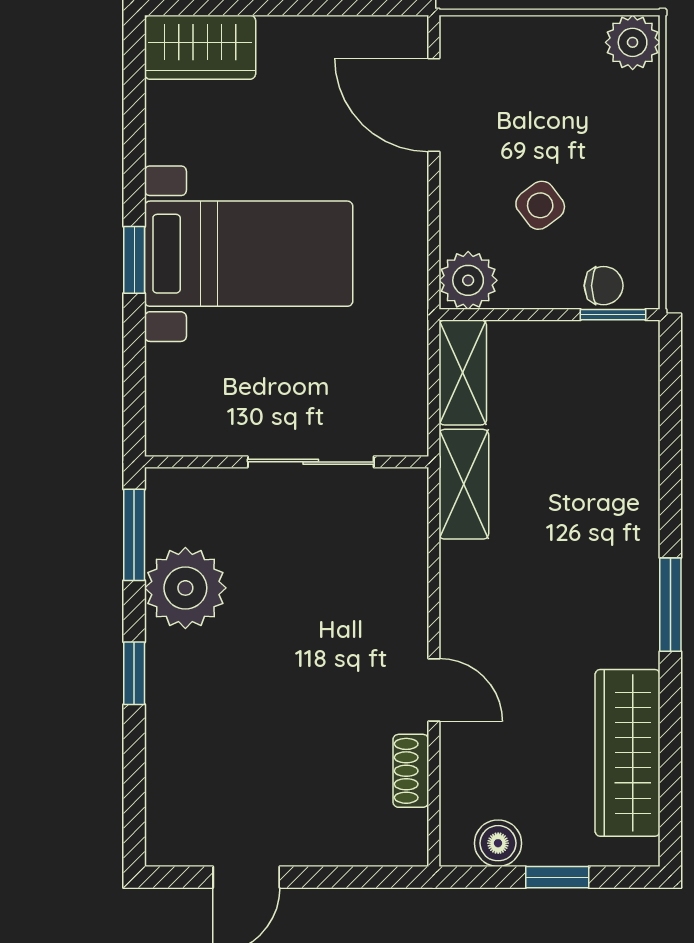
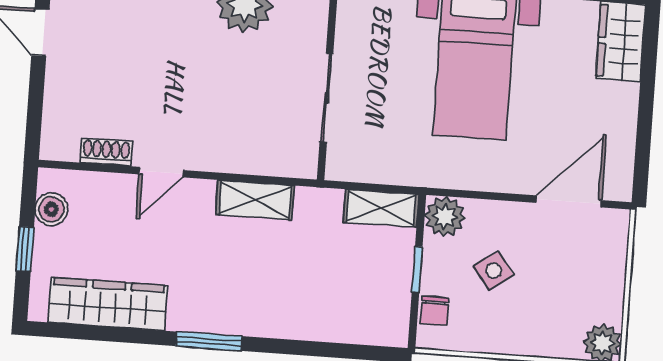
window: (613, 315) -> (417, 269), moved
shelving: (464, 484) -> (255, 200), moved

